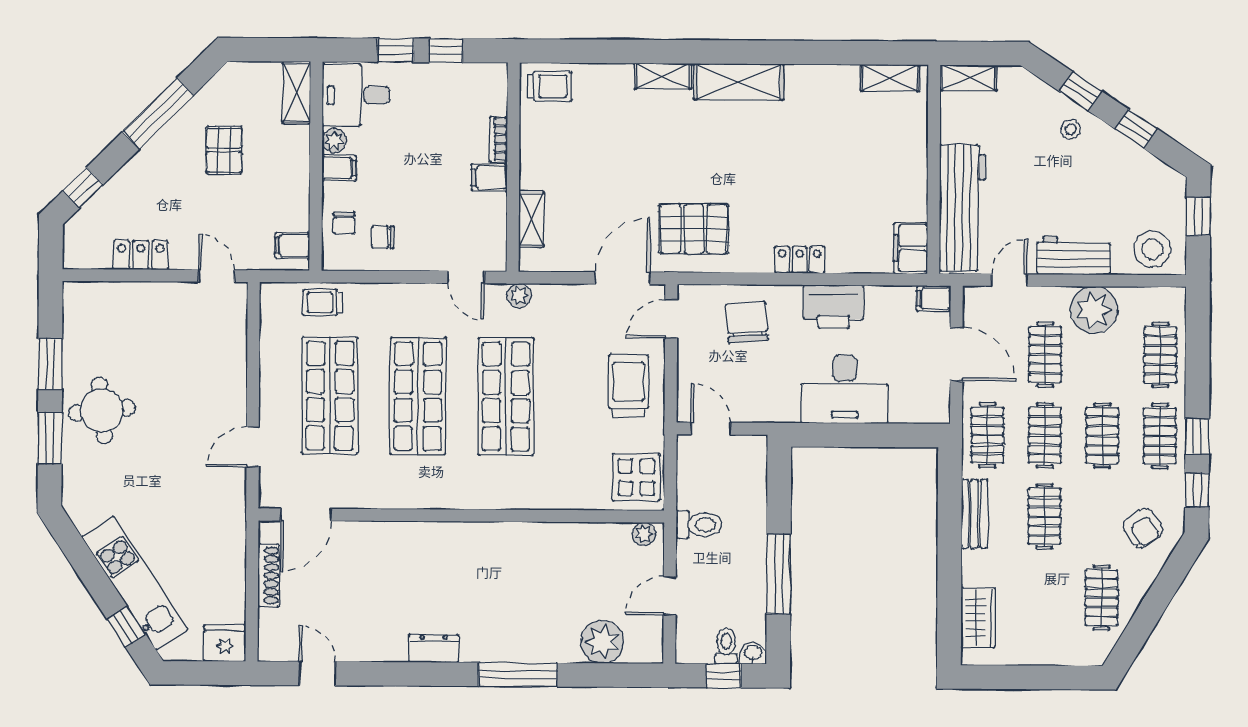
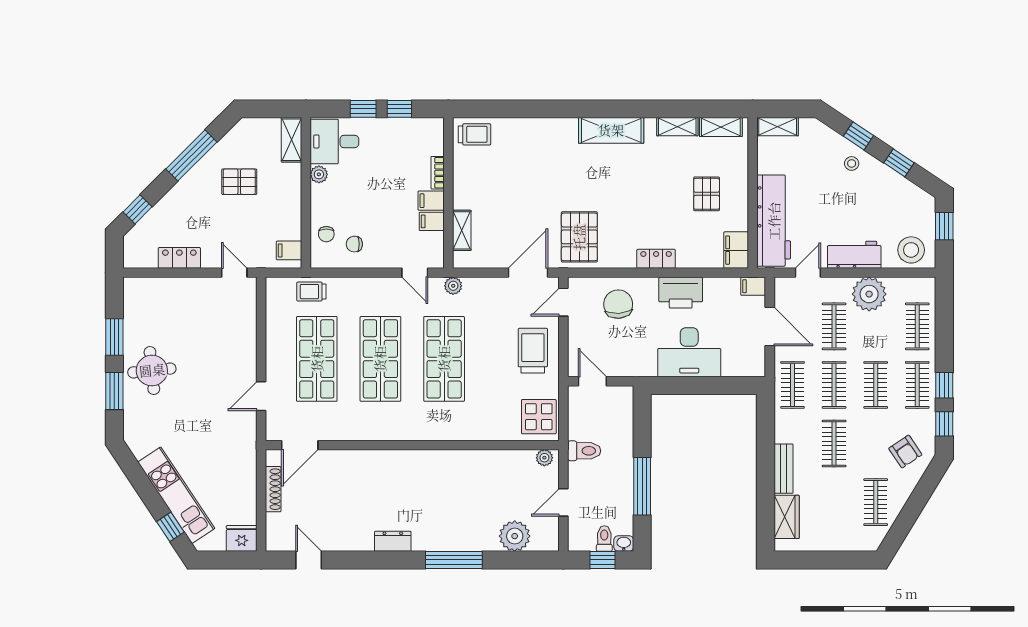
shelving: (663, 76) -> (677, 127), moved
pallet: (224, 150) -> (239, 182), turned 90
filing cabinet: (339, 168) -> (432, 221), moved, turned 180
pallet: (870, 170) -> (707, 194), added
pallet: (694, 229) -> (579, 237), turned 90
bench: (974, 514) -> (783, 469), moved

